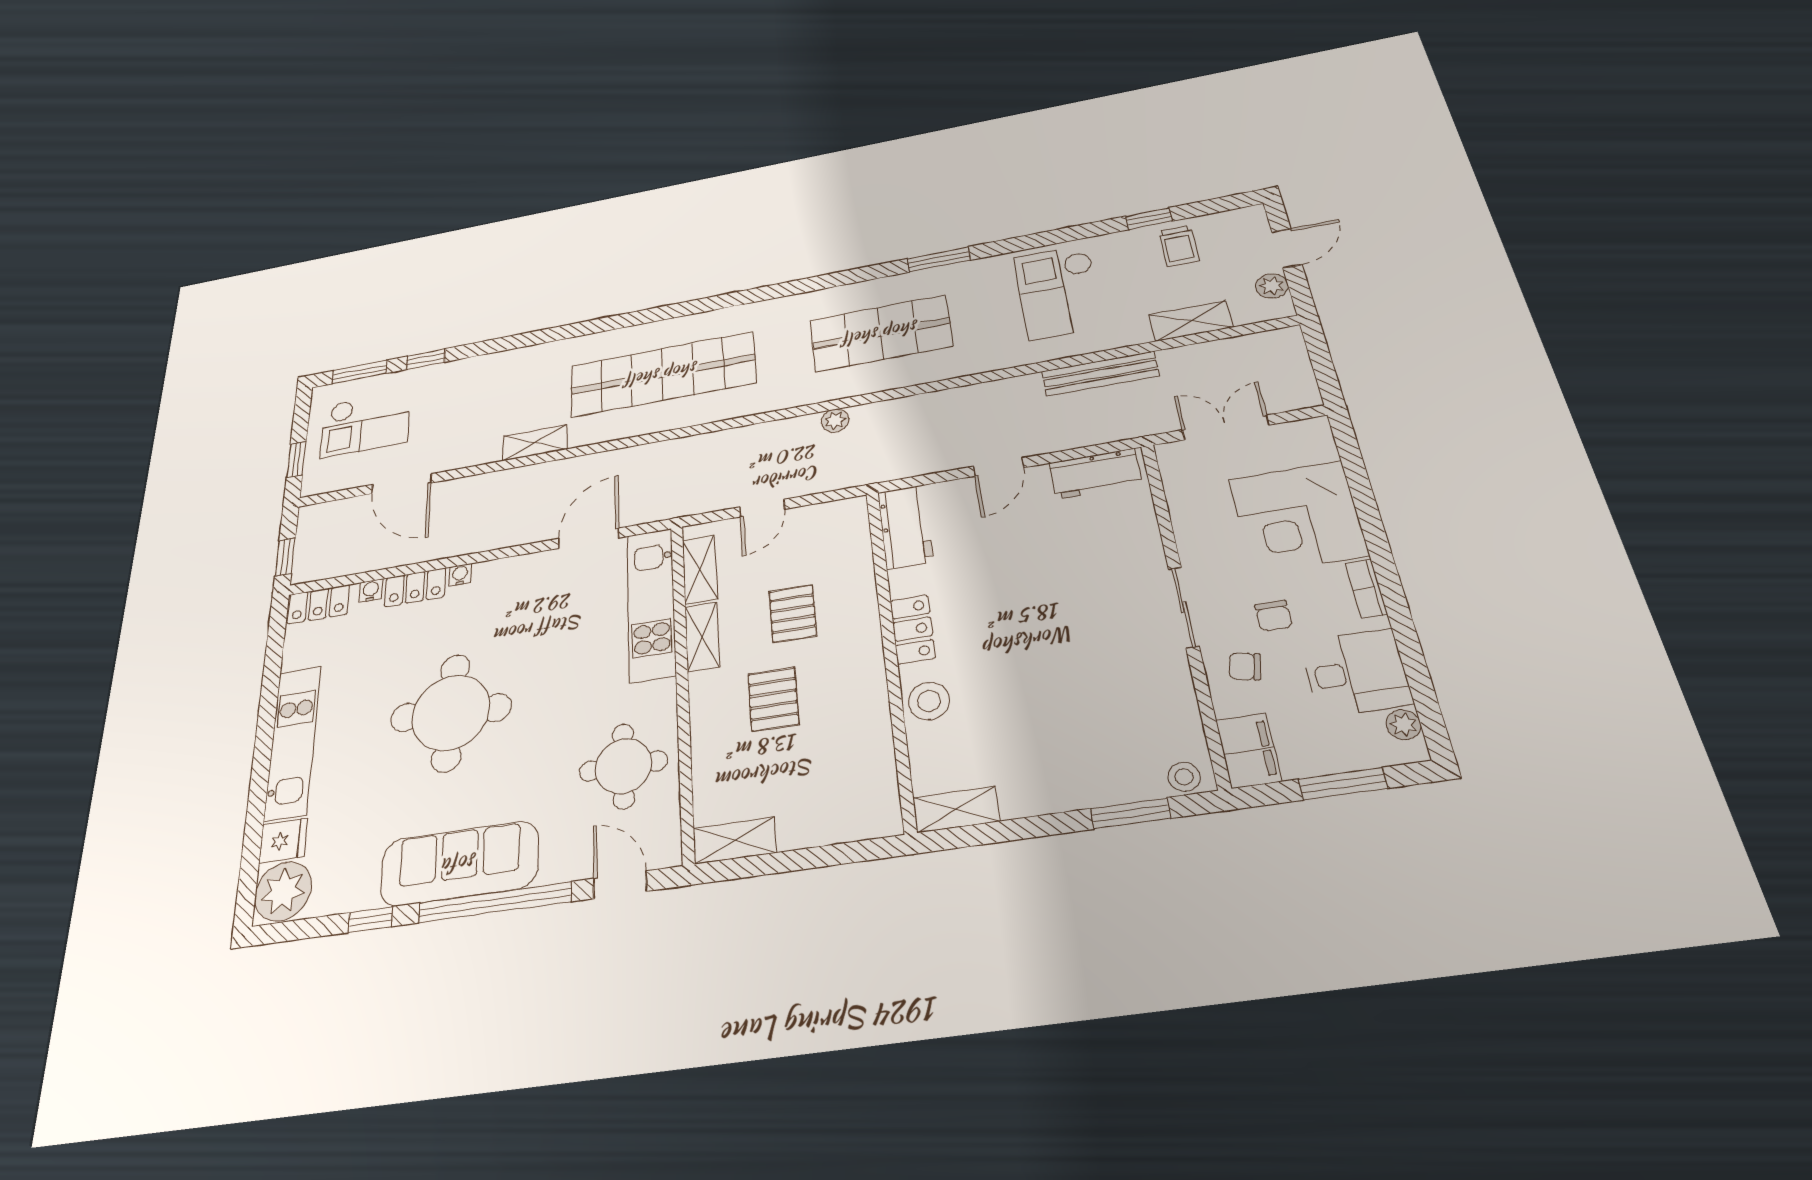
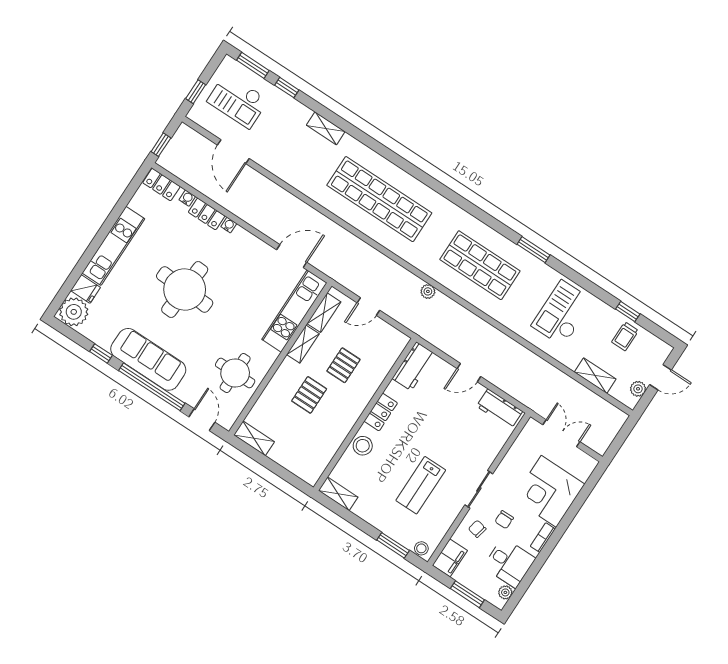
bench: (1100, 374) -> (542, 367), removed
shelving: (535, 443) -> (326, 128), moved
lab bench: (1082, 680) -> (421, 485), added

